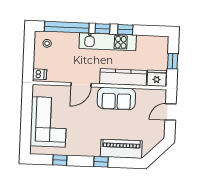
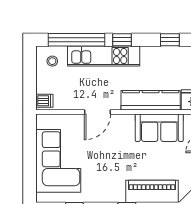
window: (125, 30) -> (170, 40), moved
kitchen unit: (108, 42) -> (104, 56), moved
sofa: (116, 98) -> (159, 128), moved

